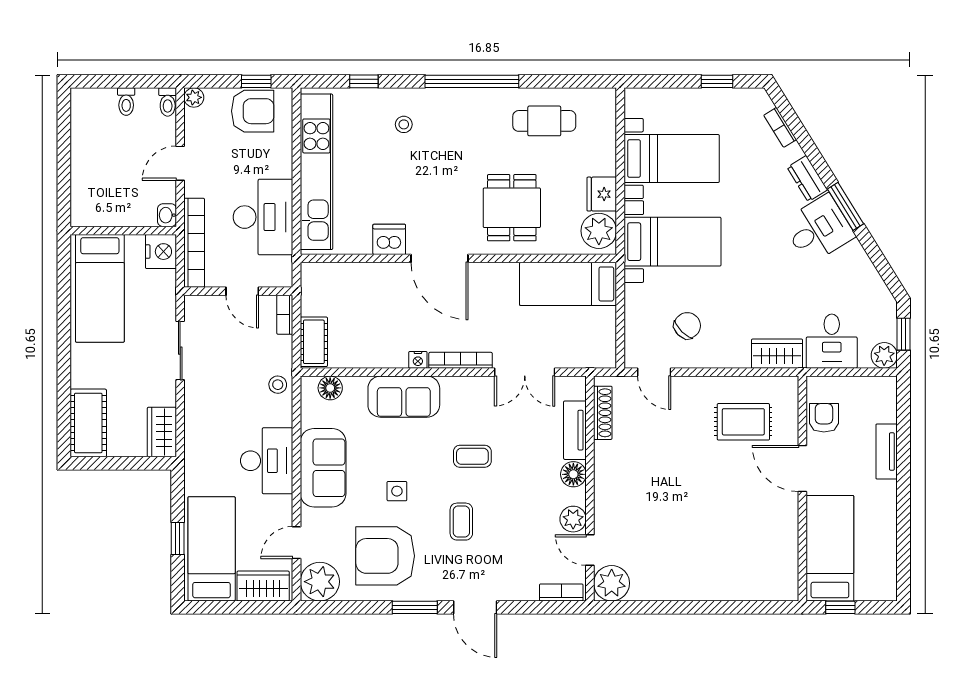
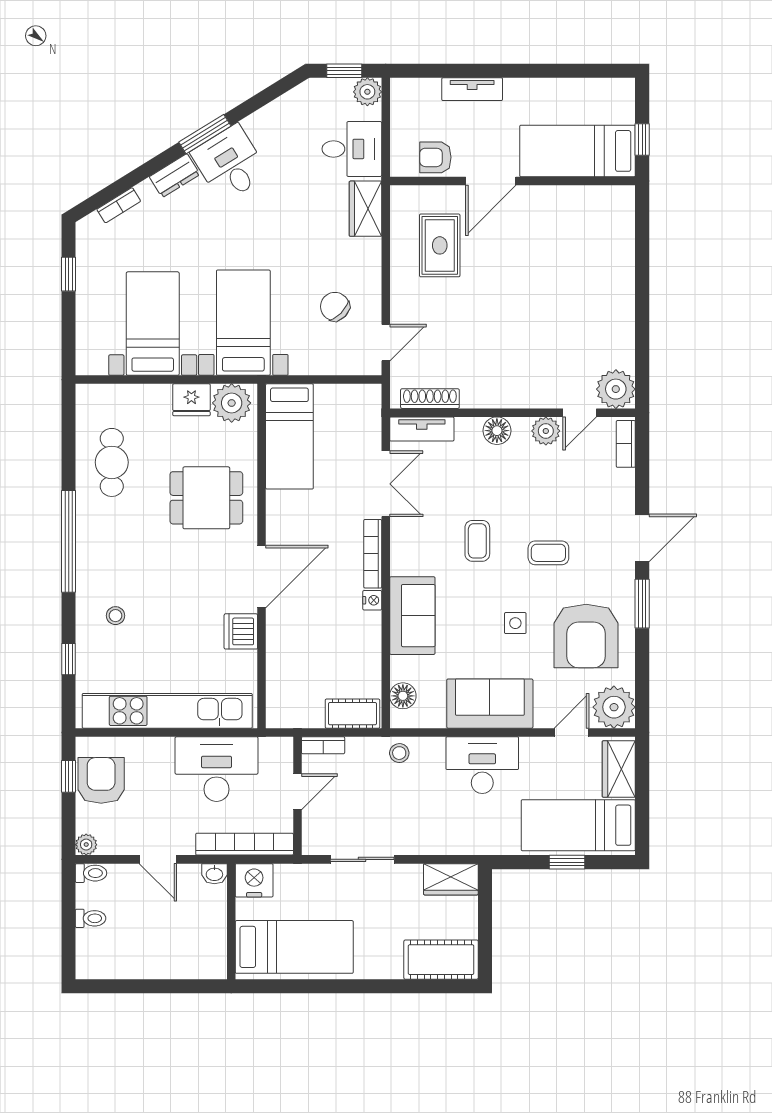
tv unit: (575, 430) -> (422, 429), moved
door: (297, 543) -> (571, 733), swing flipped

